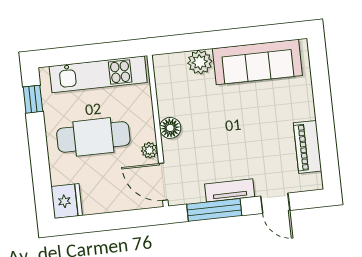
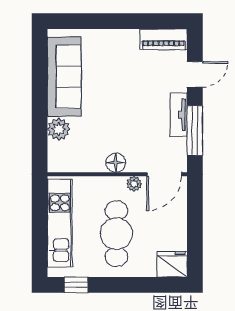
piano: (308, 147) -> (164, 39), moved

